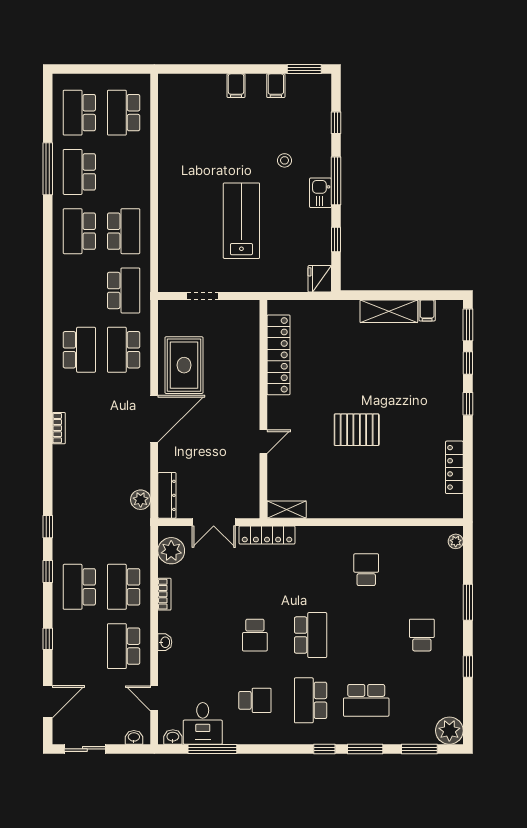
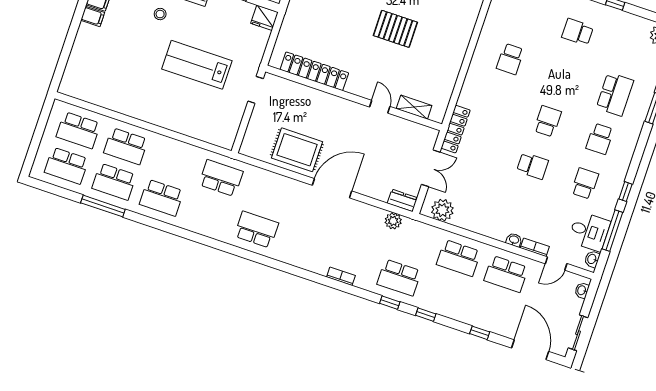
filing cabinet: (236, 86) -> (93, 16), moved
school desk: (124, 231) -> (126, 146), moved, turned 180
doorway: (203, 296) -> (256, 90), moved
school desk: (124, 350) -> (268, 194), removed
door: (154, 419) -> (332, 188), hinge flipped
bookcase: (59, 428) -> (341, 276), moved
pallet: (357, 430) -> (395, 29), turned 90
dresser: (167, 495) -> (402, 200), width x0.70
shelving: (287, 510) -> (414, 107), moved, turned 90
school desk: (366, 570) -> (510, 59), turned -90
school desk: (79, 587) -> (399, 278), moved
bookcase: (164, 594) -> (535, 247), moved
school desk: (311, 635) -> (548, 121), width x0.54
school desk: (311, 700) -> (600, 139), width x0.54
door: (48, 702) -> (530, 350), width x1.36
window: (324, 749) -> (625, 192), moved

